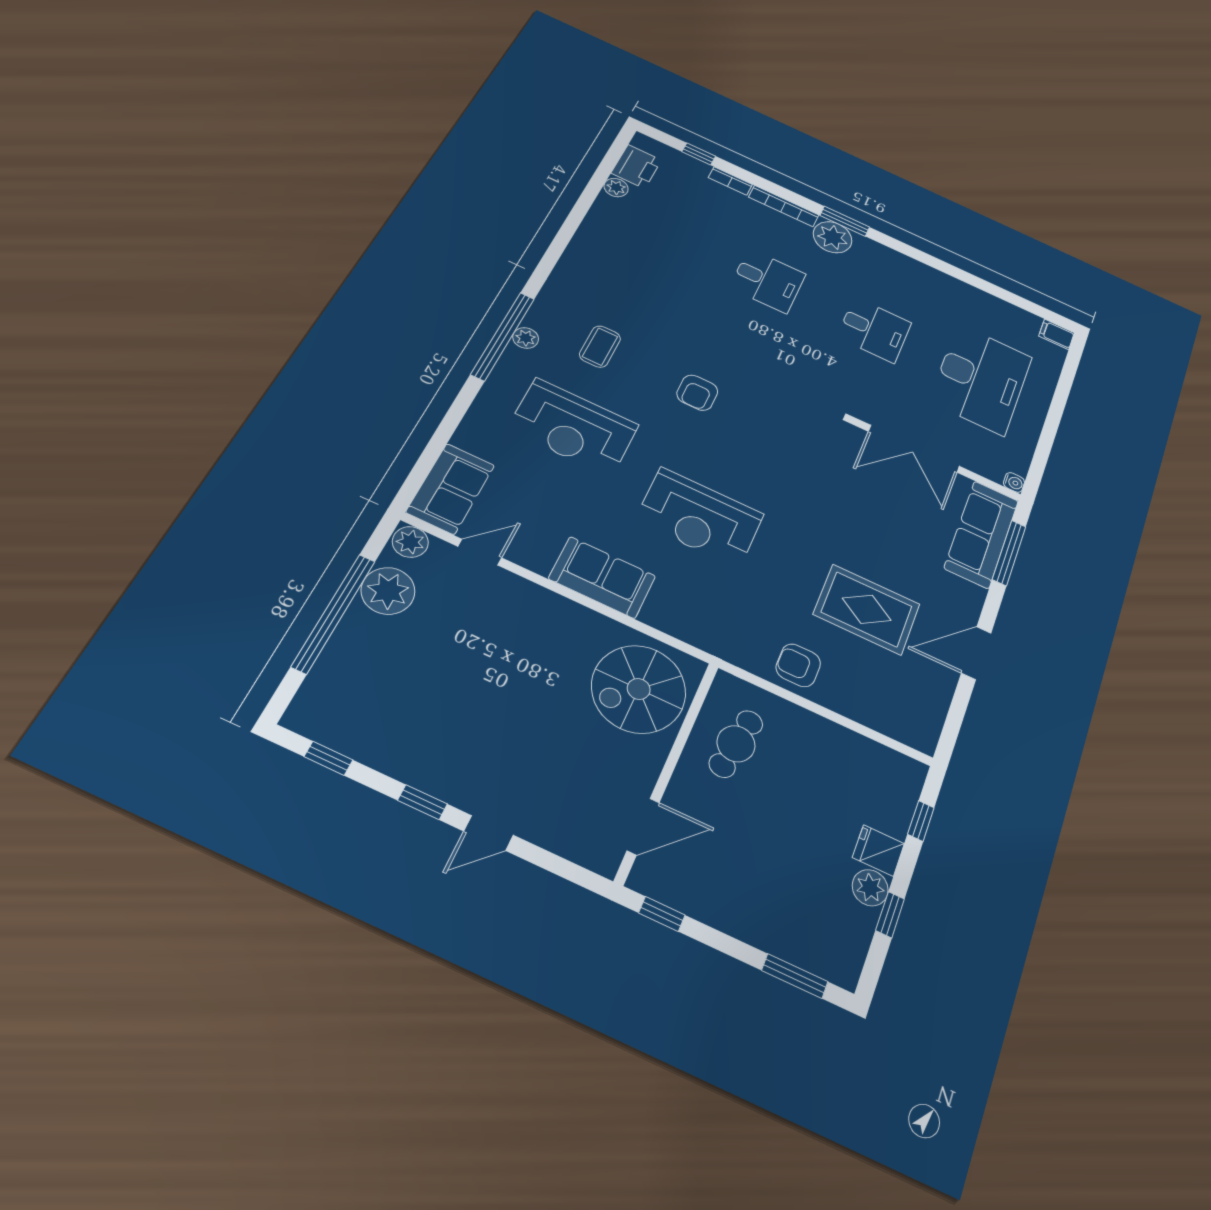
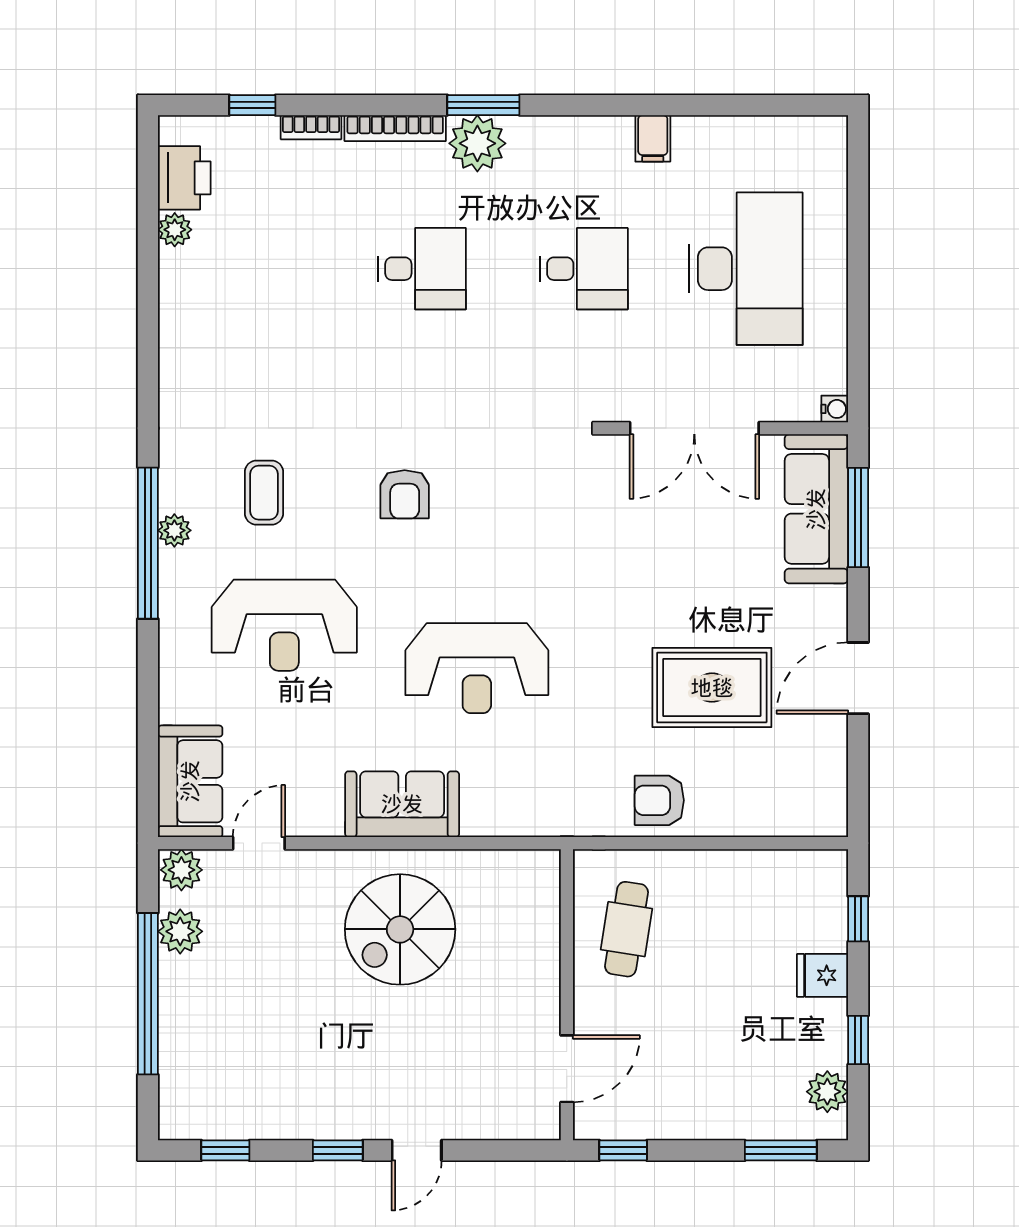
filing cabinet: (1057, 334) -> (653, 138), moved, turned -90
plant: (388, 591) -> (180, 931), width x0.73, depth x0.73
spiral stairs: (639, 689) -> (400, 929), moved
plant: (870, 888) -> (827, 1092), moved

